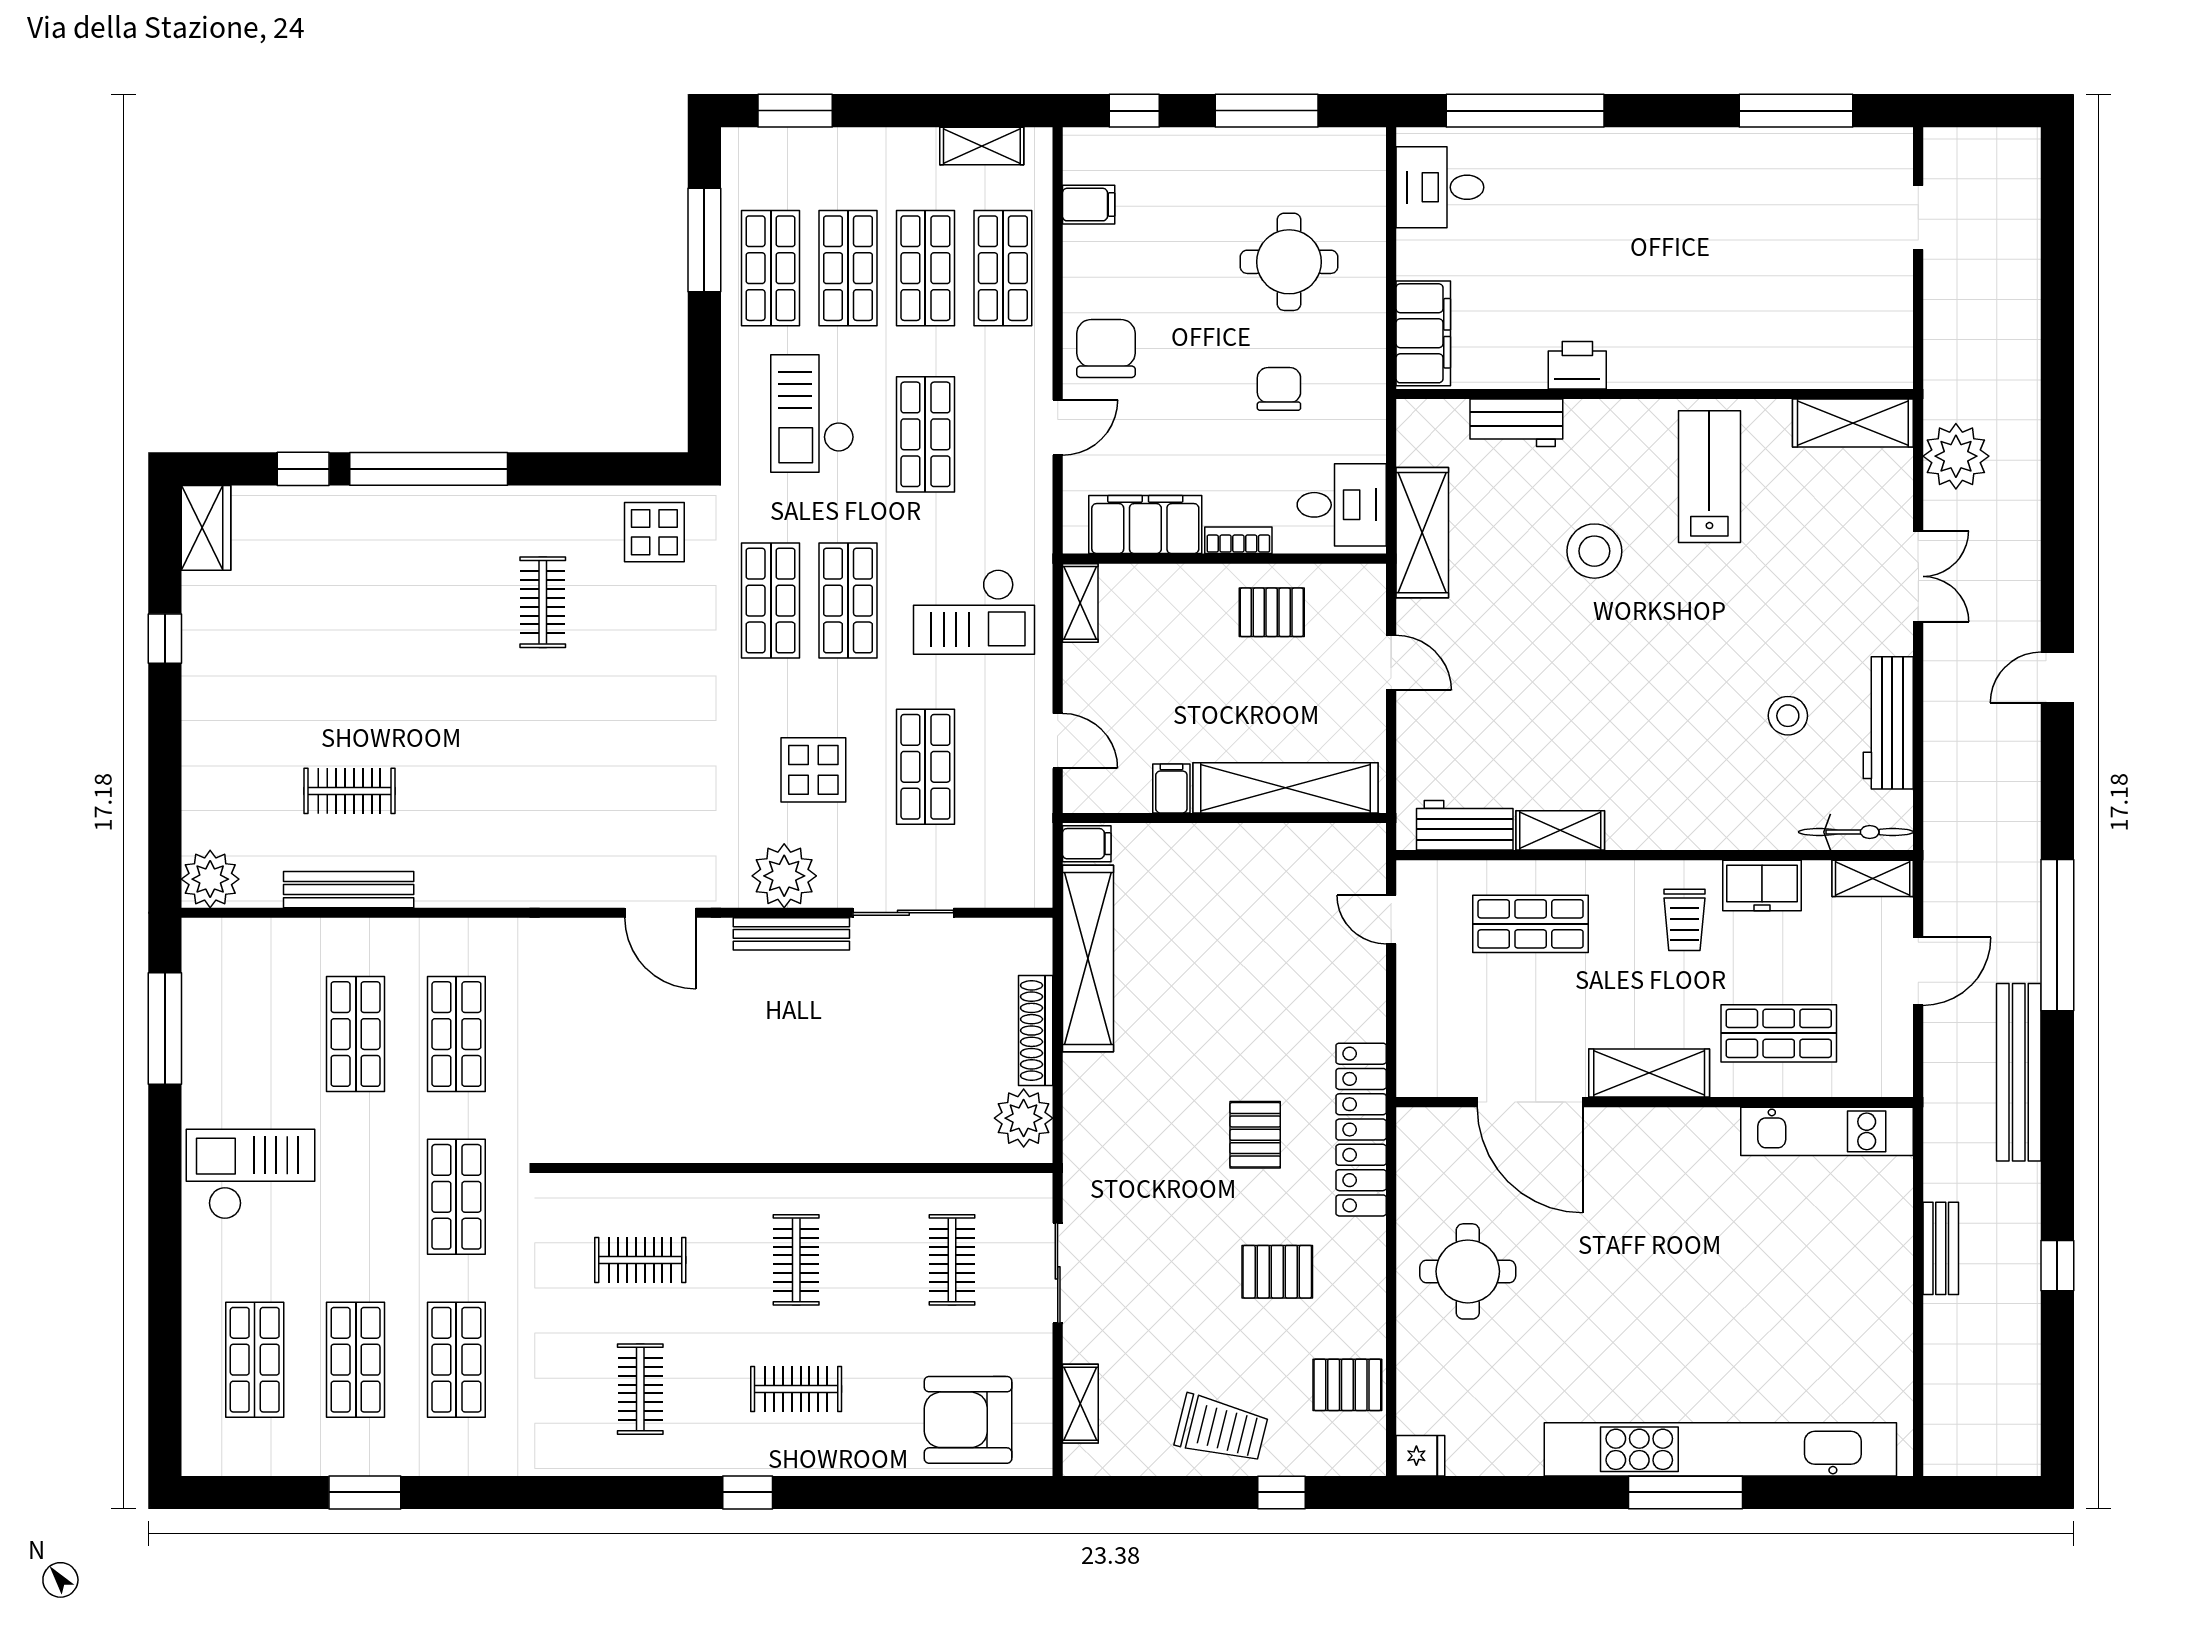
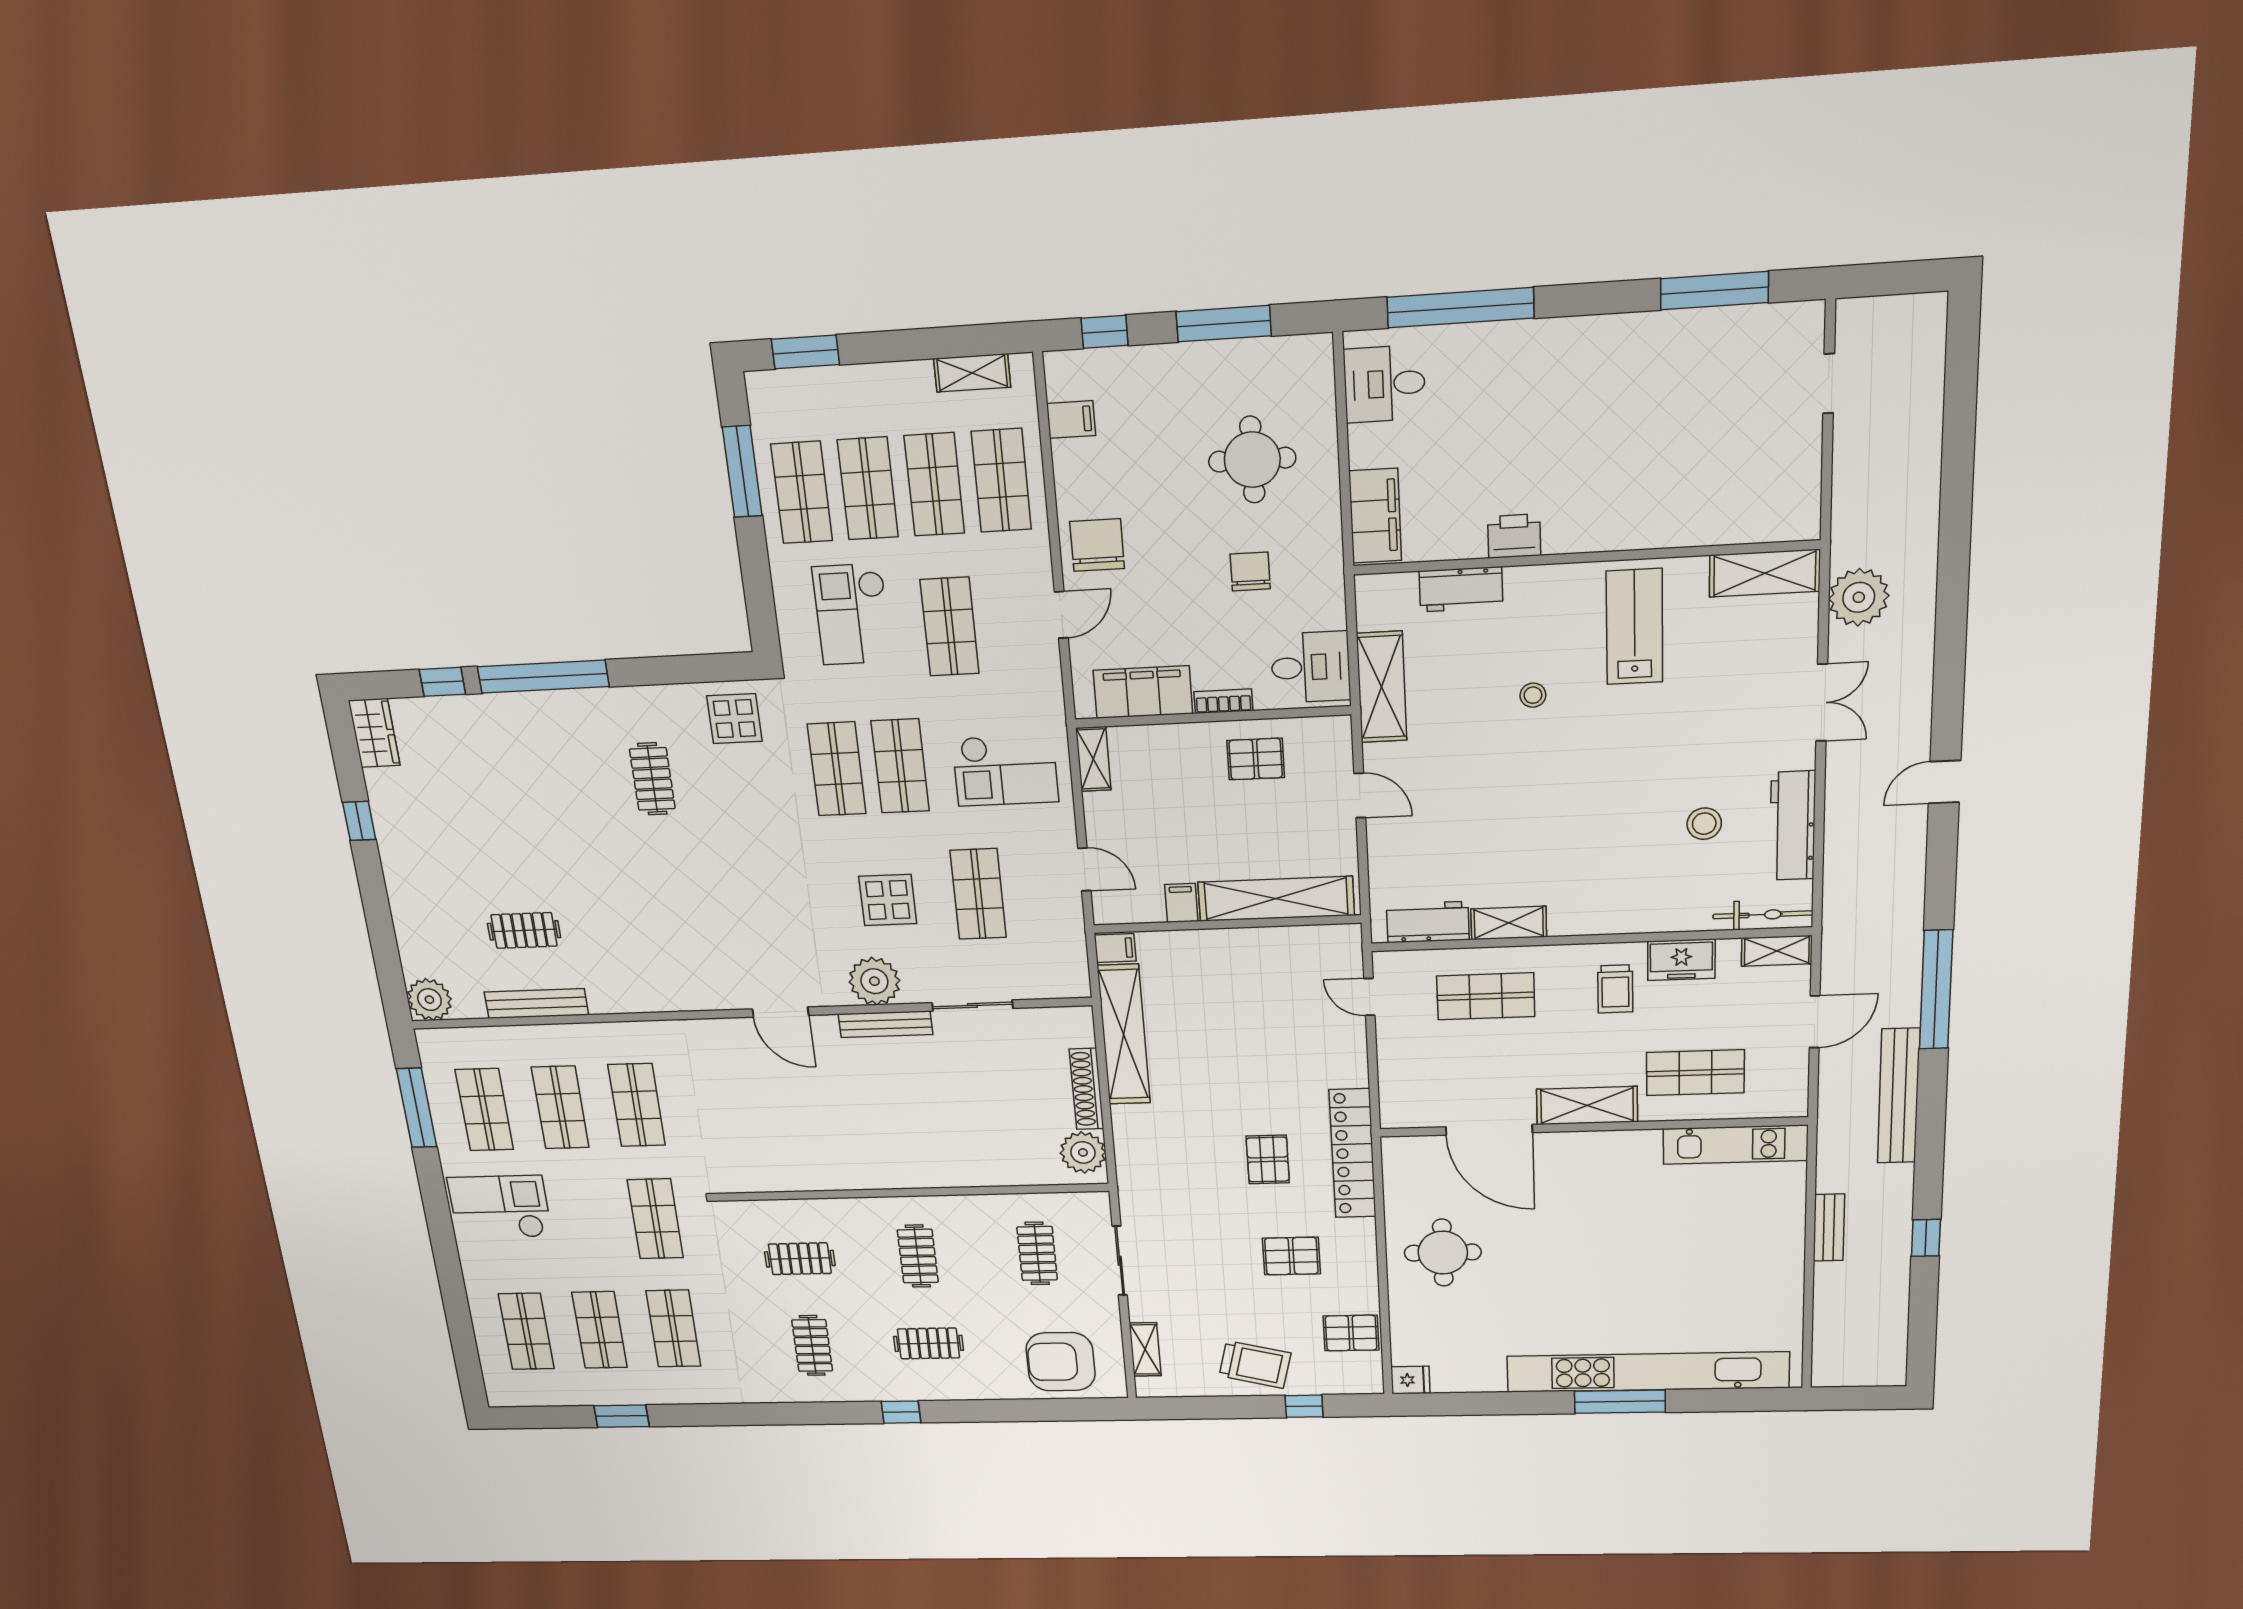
stool: (1594, 551) -> (1533, 695), width x0.53, depth x0.53
shop shelf: (255, 1034) -> (484, 1110), added

